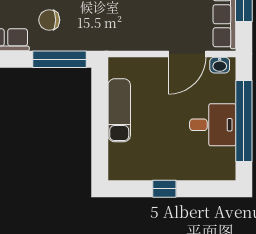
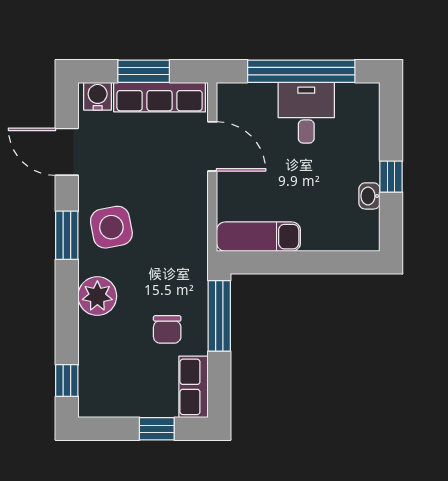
washbasin: (220, 65) -> (369, 196), moved, turned 180
exam couch: (119, 110) -> (258, 237), moved

